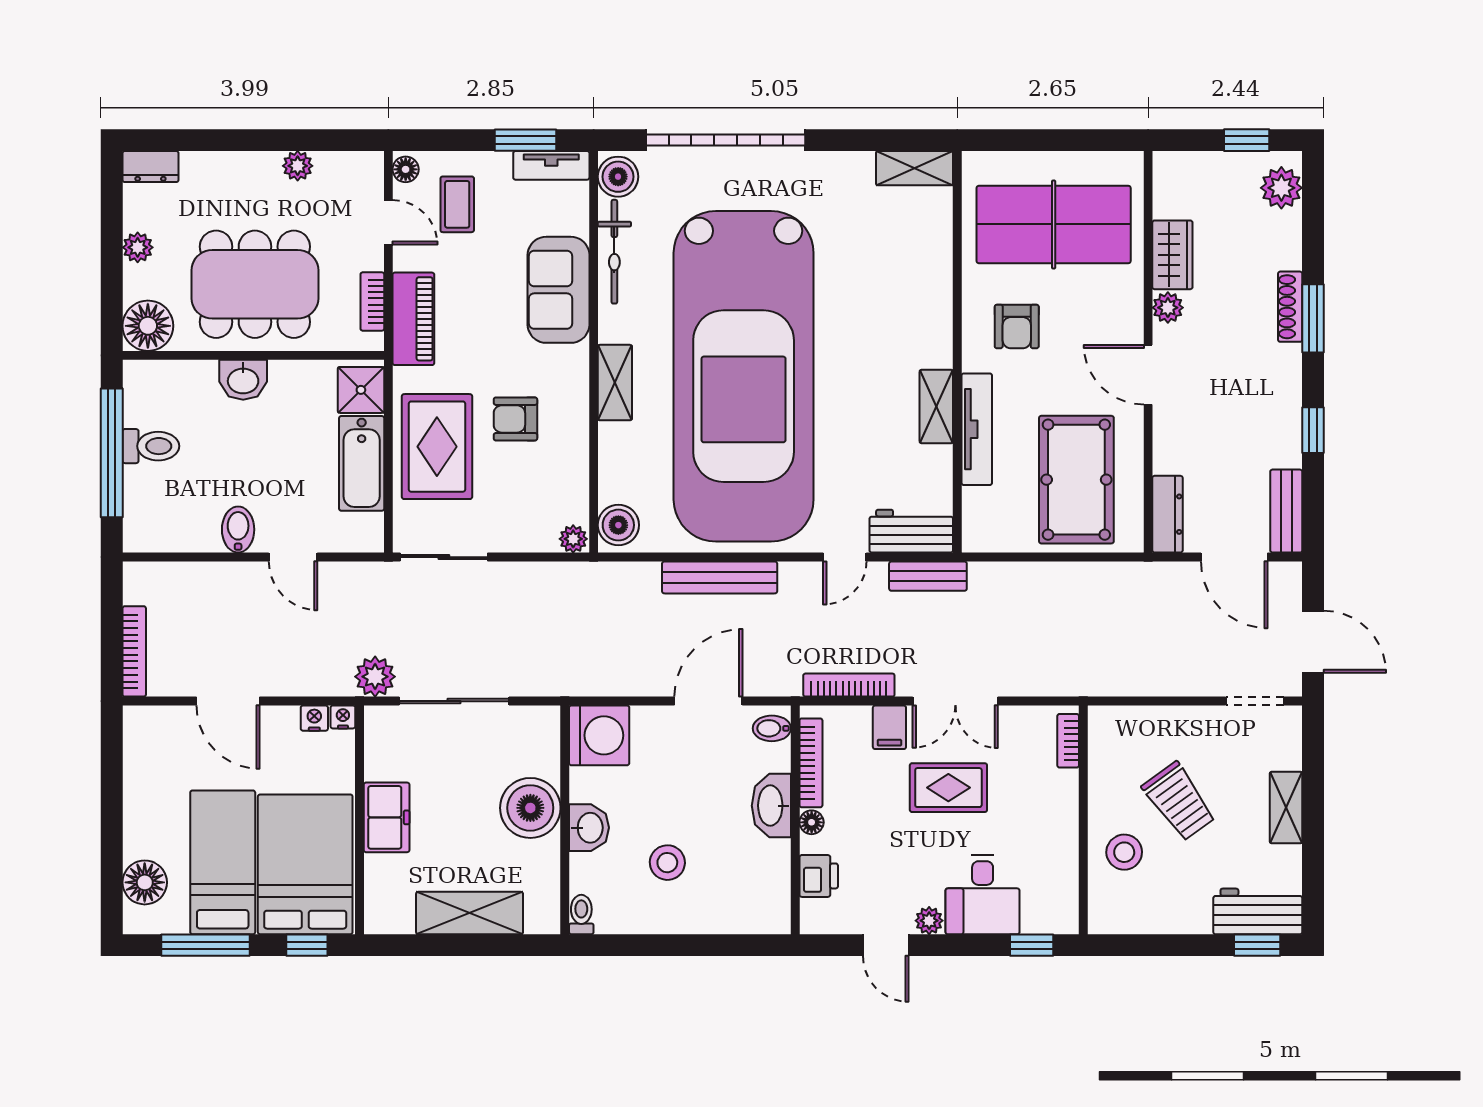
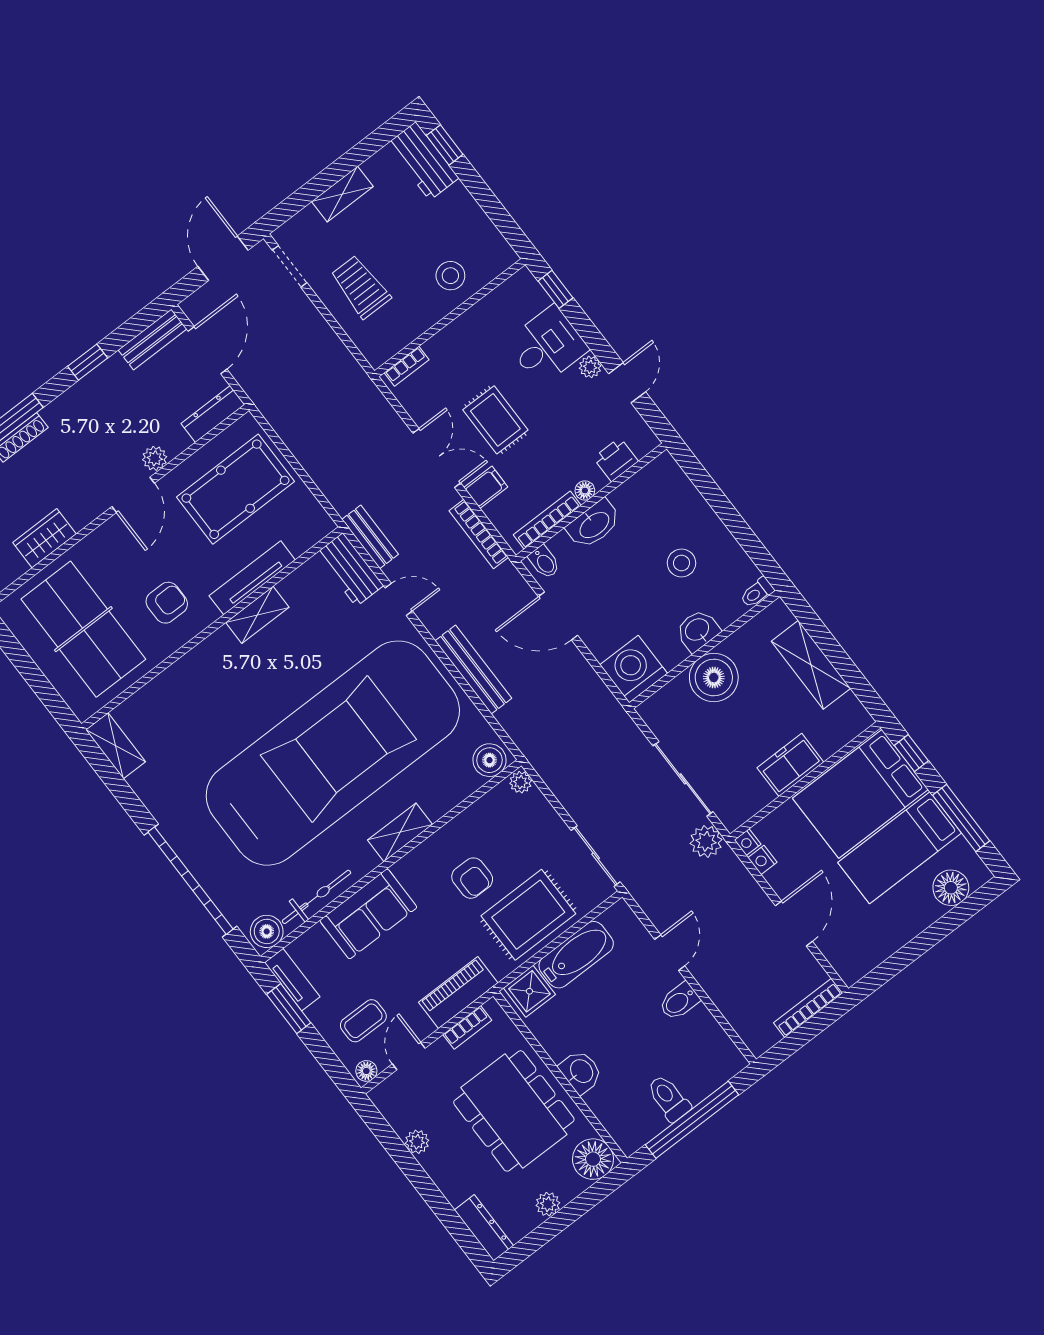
dresser: (150, 167) -> (484, 1228), width x1.44
plant: (1168, 308) -> (155, 458), moved
trolley: (1179, 801) -> (361, 287), moved, turned -54

